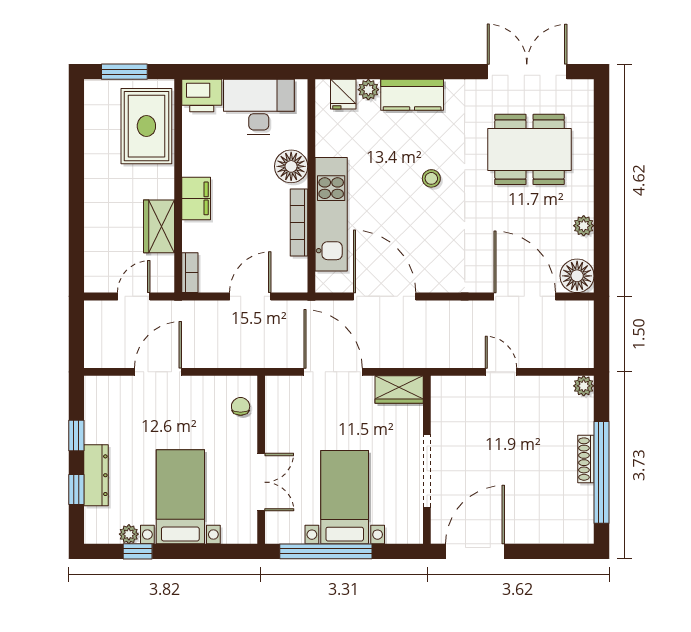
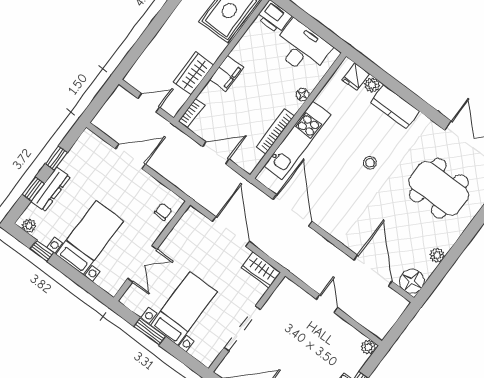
floor lamp: (291, 166) -> (303, 95), width x0.53, depth x0.53
plant: (129, 534) -> (29, 226), moved
window: (326, 551) -> (150, 331), width x0.47

